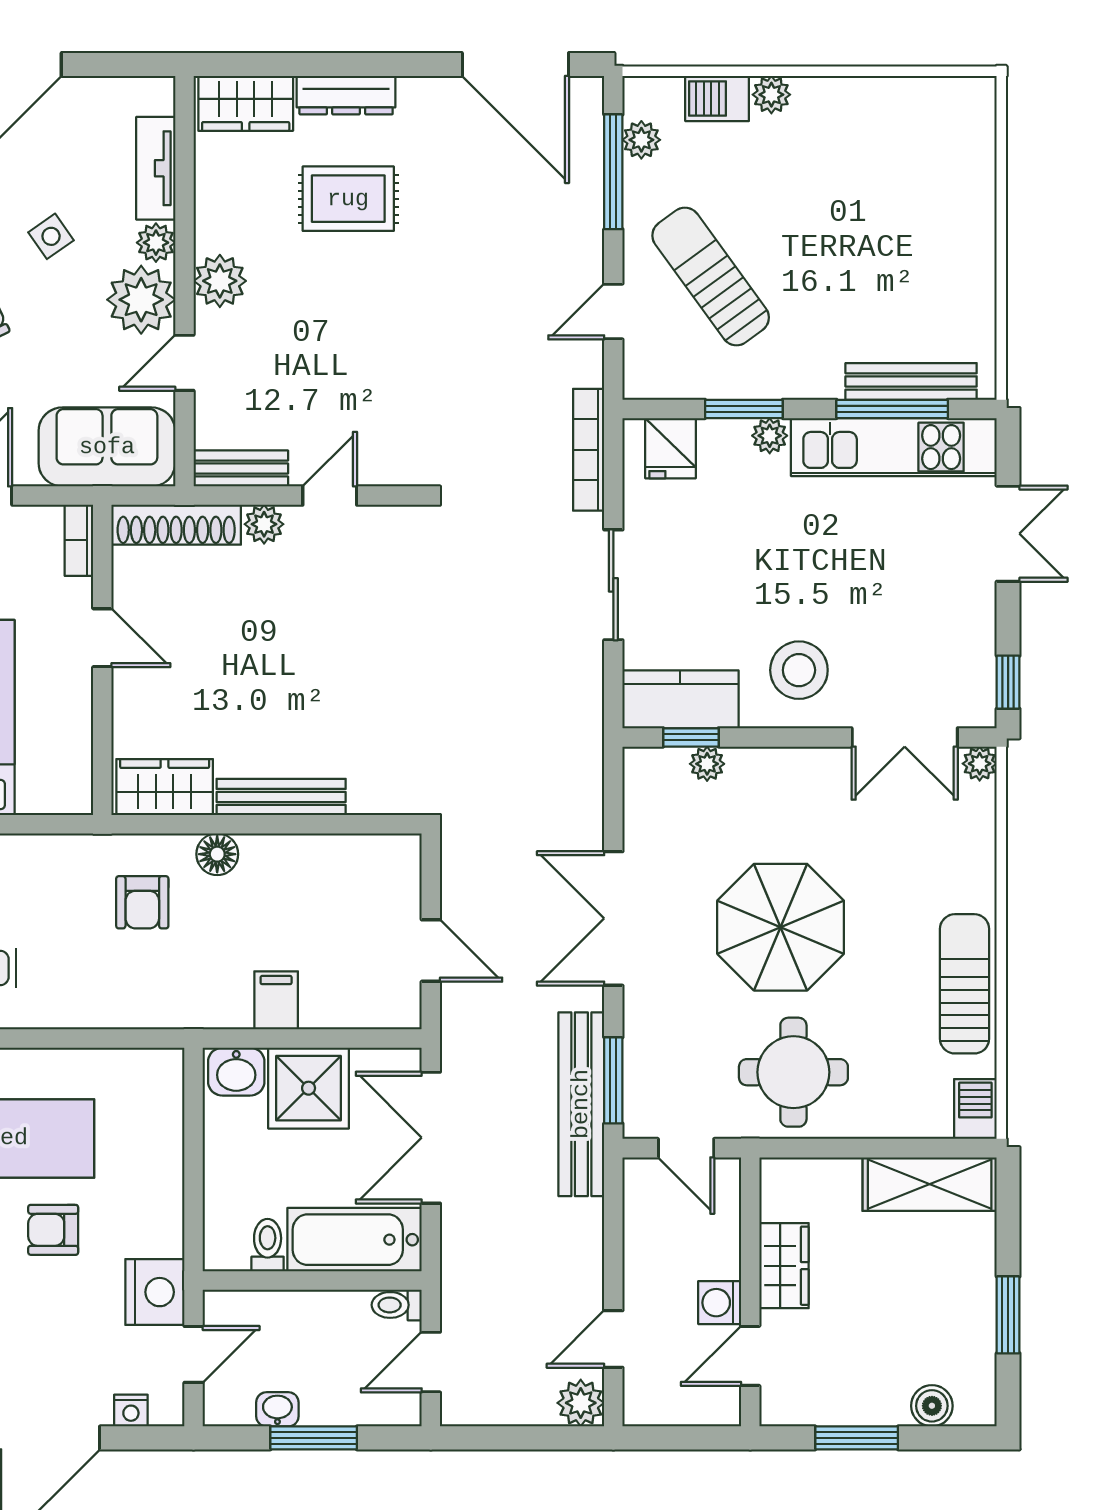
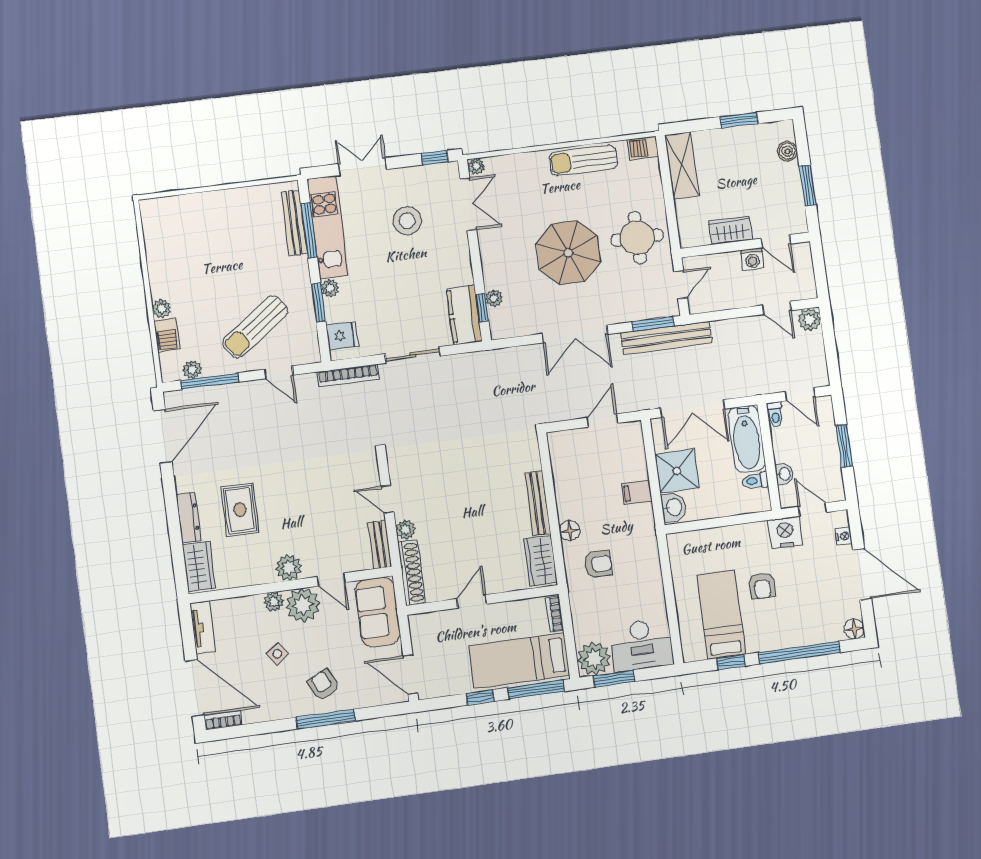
tv unit: (156, 168) -> (203, 628), moved, turned -90
bookcase: (79, 540) -> (554, 614), moved, turned 90
stool: (799, 670) -> (407, 221), moved
washbasin: (277, 1409) -> (784, 474), moved, turned 180

